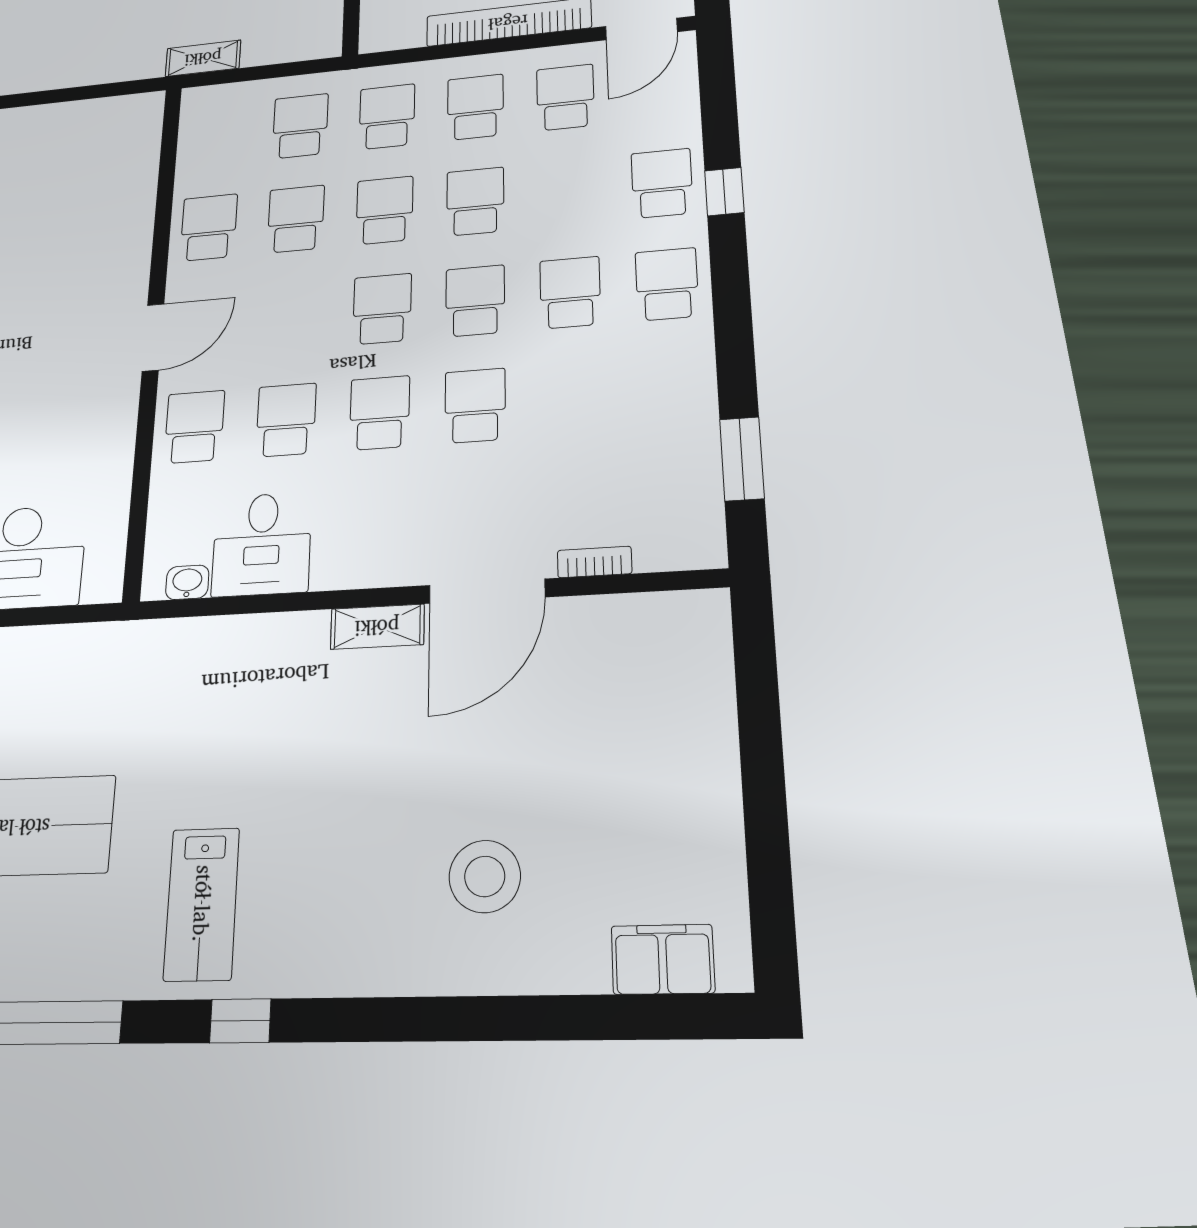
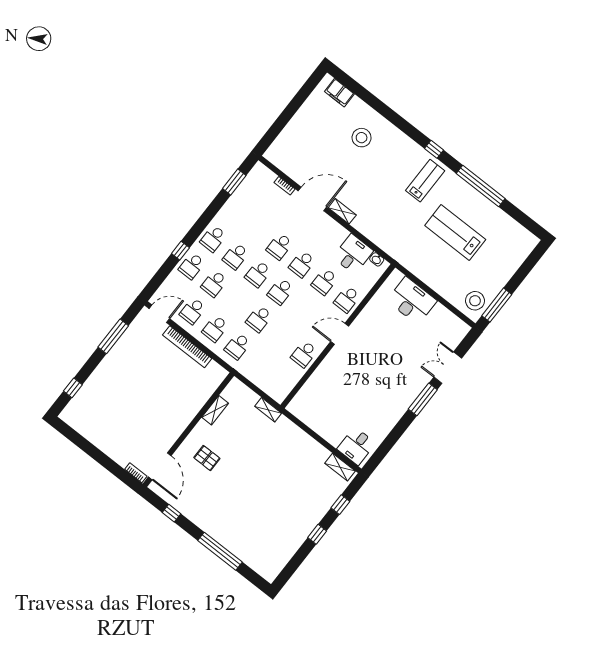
school desk: (300, 126) -> (260, 364), removed
school desk: (475, 201) -> (214, 284), moved
school desk: (296, 219) -> (282, 336), removed

